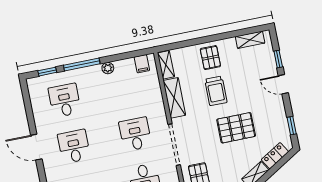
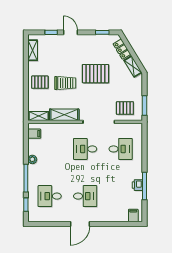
door: (283, 84) -> (70, 32), swing flipped
pallet: (236, 128) -> (96, 74), turned 90
desk: (74, 146) -> (85, 196), turned 180

